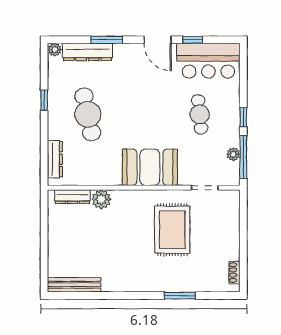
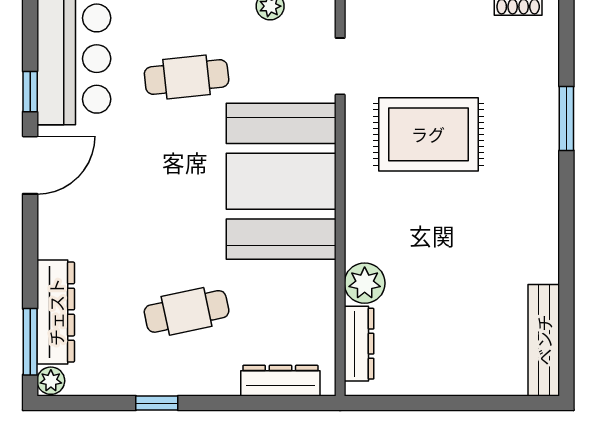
window: (107, 40) -> (30, 342), moved
cafe table: (88, 114) -> (187, 311), width x0.73, depth x0.74
booth: (150, 167) -> (281, 181), width x1.36, depth x1.42

